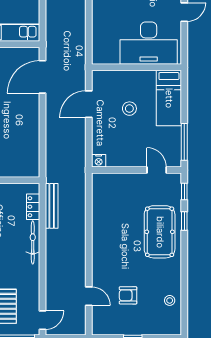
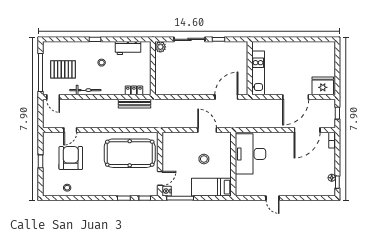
desk: (149, 43) -> (250, 154), moved
door: (42, 77) -> (226, 97), hinge flipped
nightstand: (99, 161) -> (167, 191), moved
pool table: (160, 232) -> (130, 153), moved, width x1.36, depth x1.32
bicycle: (33, 242) -> (85, 90), moved
armchair: (128, 295) -> (71, 158), width x1.88, depth x1.88

